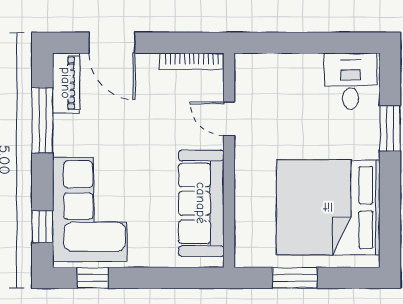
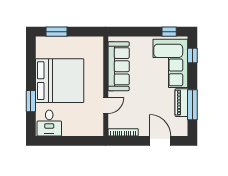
piano: (66, 83) -> (181, 103), moved
door: (229, 119) -> (106, 106), hinge flipped
bed: (328, 207) -> (60, 81), moved
window: (295, 278) -> (57, 32), moved

